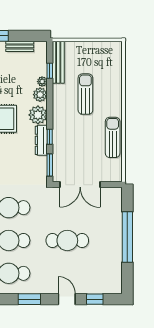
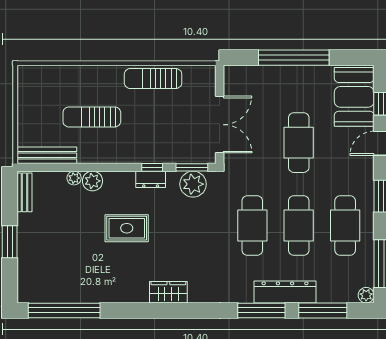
bench: (20, 46) -> (24, 192), moved
window: (50, 71) -> (59, 167), removed
plant: (38, 115) -> (193, 184), moved
dresser: (41, 140) -> (151, 179), width x0.70
booth: (100, 280) -> (354, 97), added

